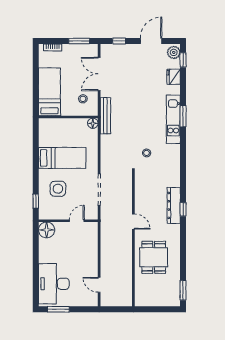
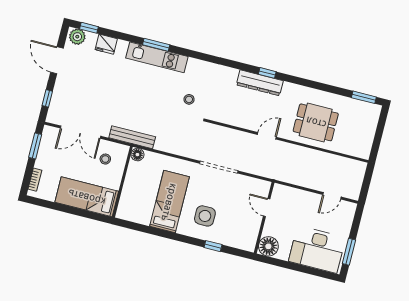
wall: (68, 221) -> (264, 218), moved
door: (77, 221) -> (267, 208), moved
floor lamp: (47, 230) -> (268, 246), moved

